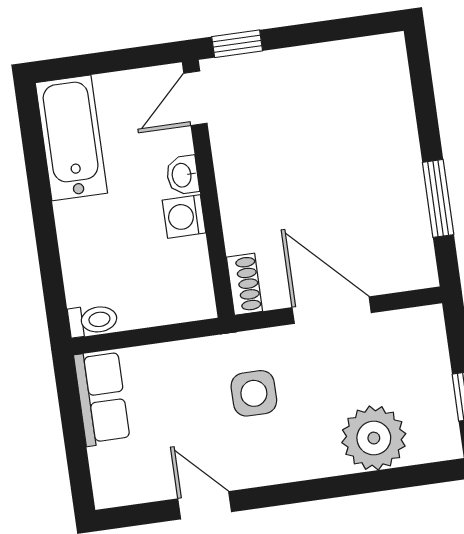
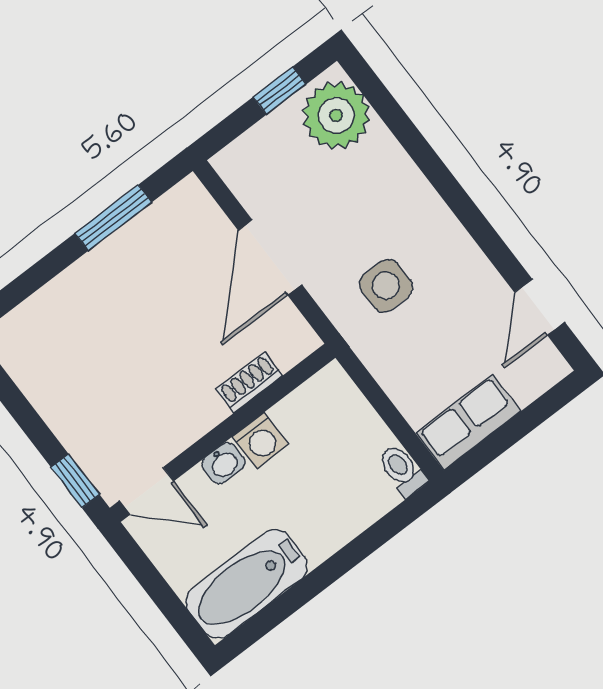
shoe rack: (245, 284) -> (249, 382), moved
plant: (374, 438) -> (336, 115), moved
door: (205, 505) -> (540, 307), moved

